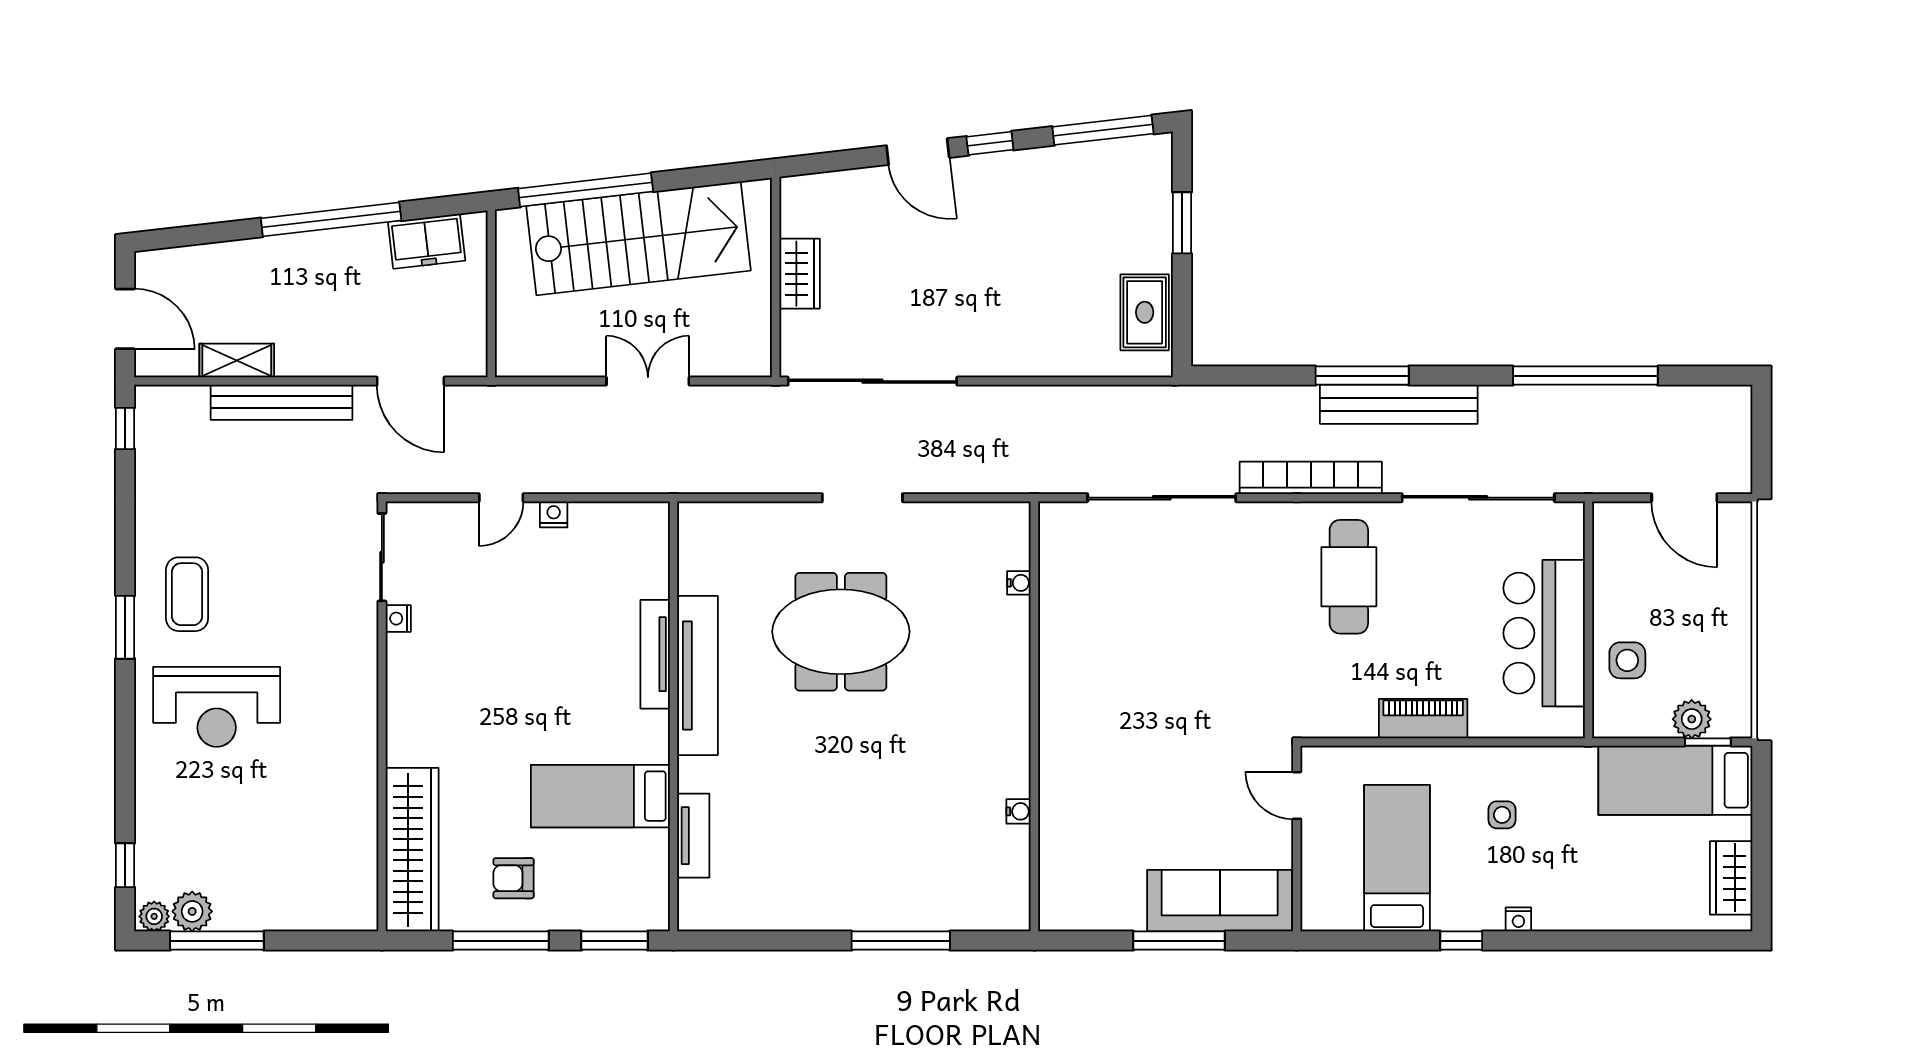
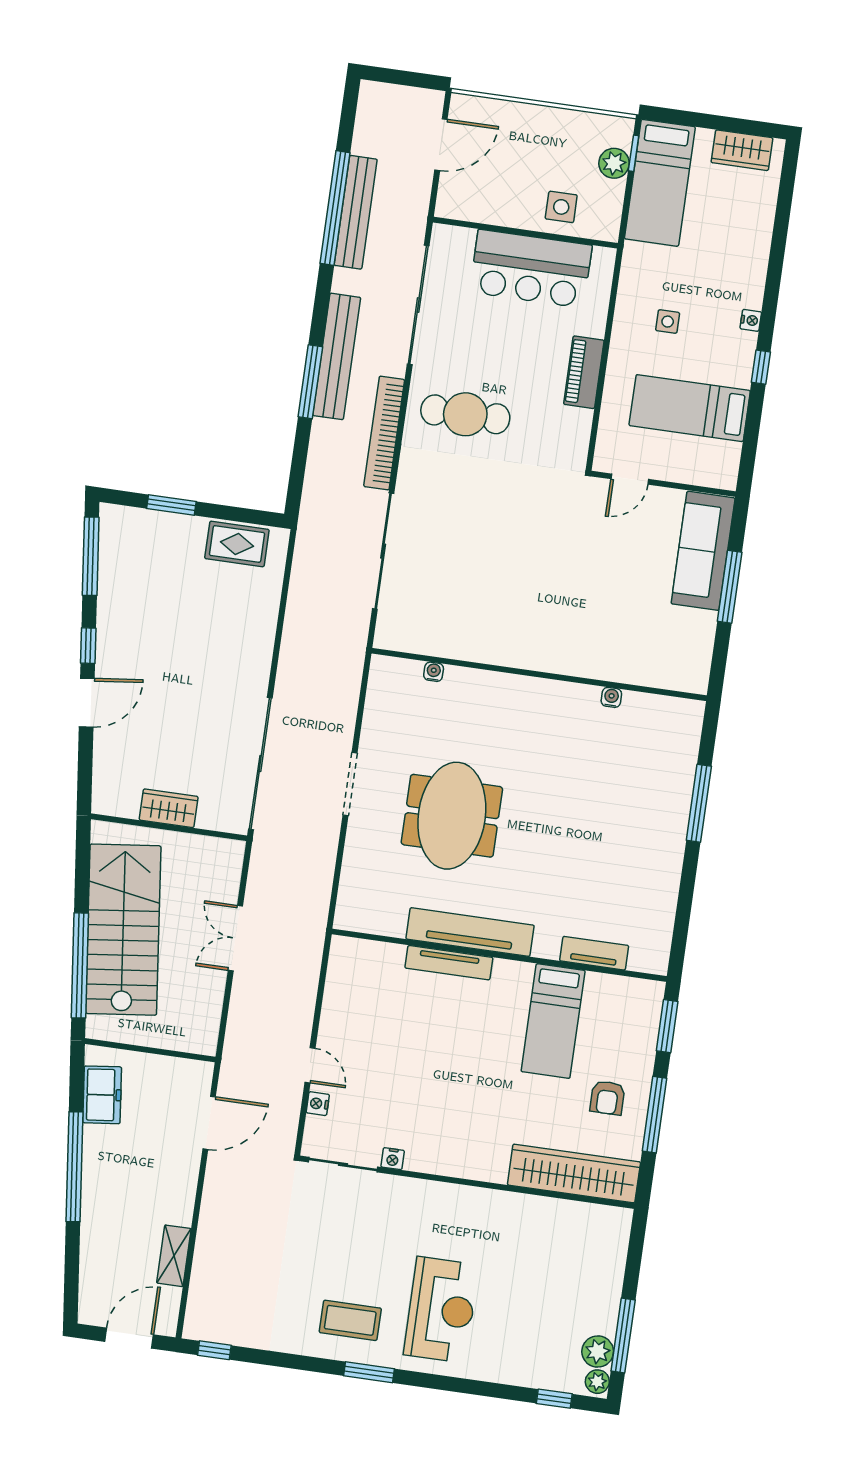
bench: (282, 402) -> (356, 212), moved
nightstand: (554, 514) -> (318, 1104), moved

